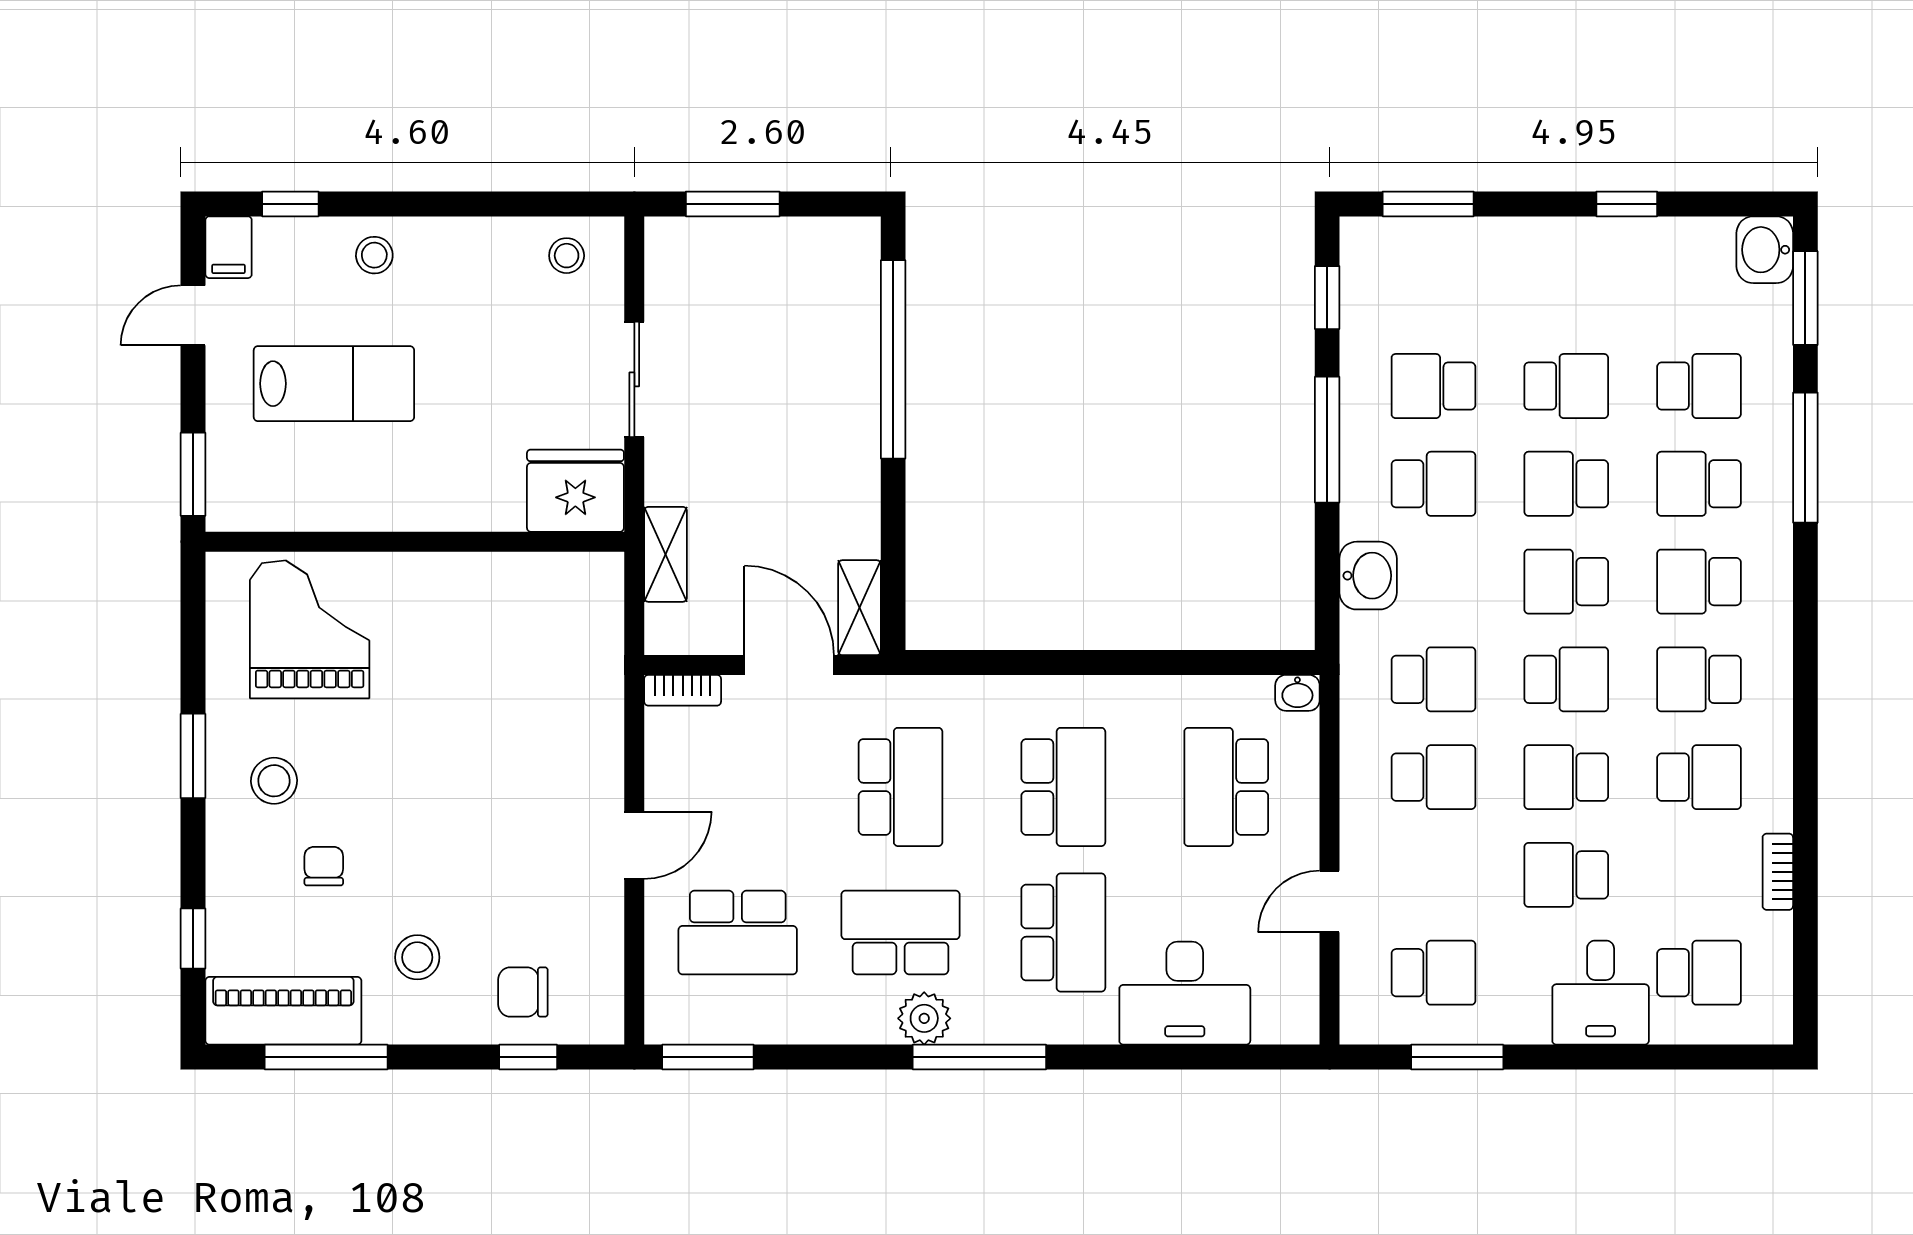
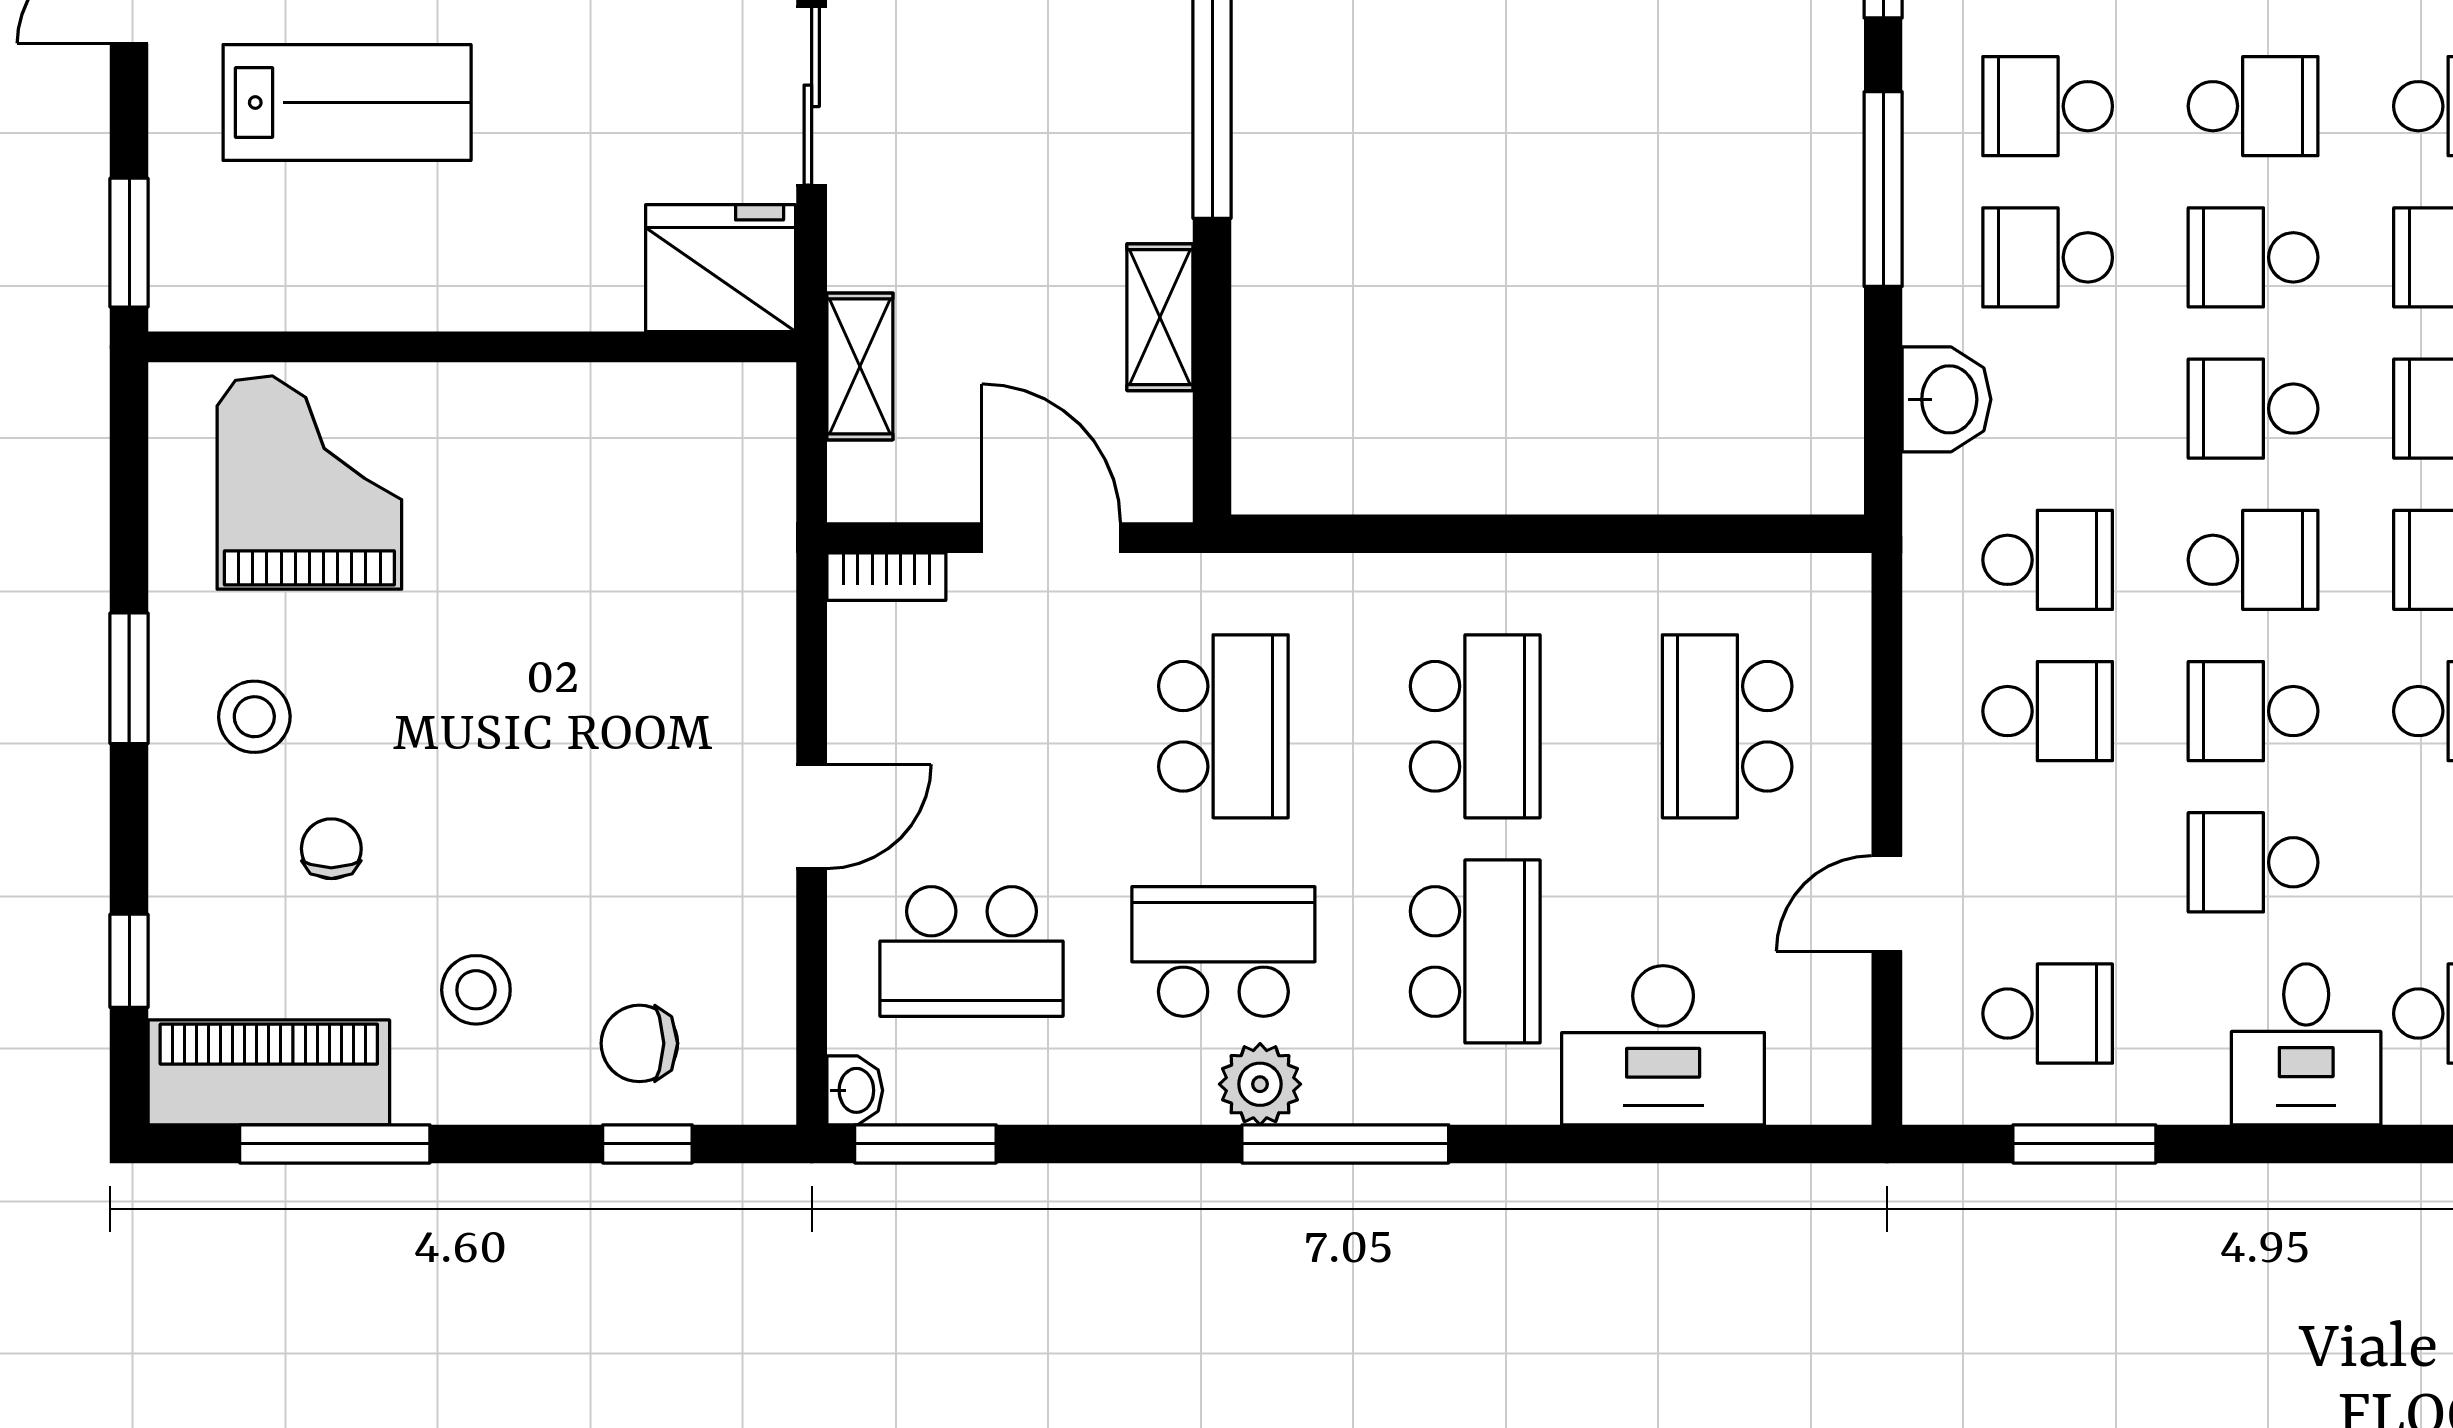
school desk: (1433, 484) -> (2048, 257), turned 180
shelving: (859, 608) -> (1160, 317), moved
washbasin: (1297, 693) -> (855, 1090), moved, turned -90

